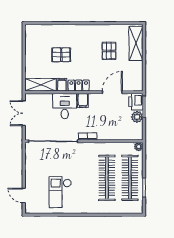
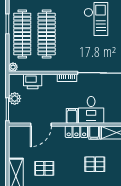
pallet: (109, 51) -> (44, 168), turned 90
printer: (136, 102) -> (33, 81), moved, turned 90

